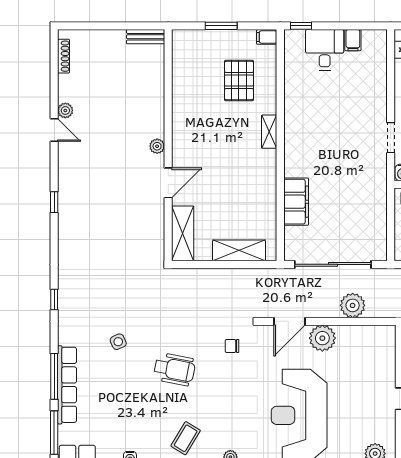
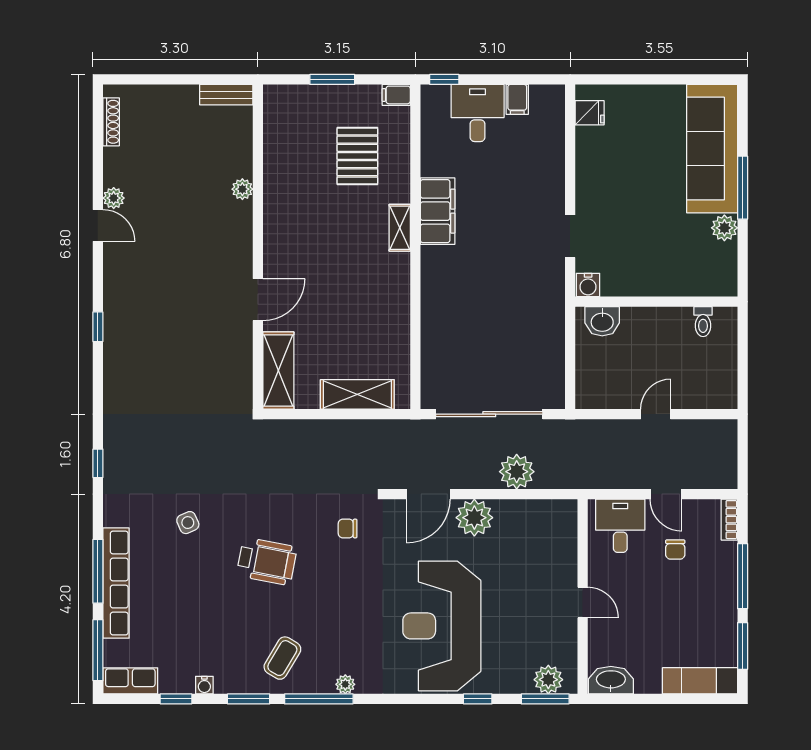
plant: (157, 146) -> (242, 189), moved
filing cabinet: (296, 202) -> (438, 211), moved

